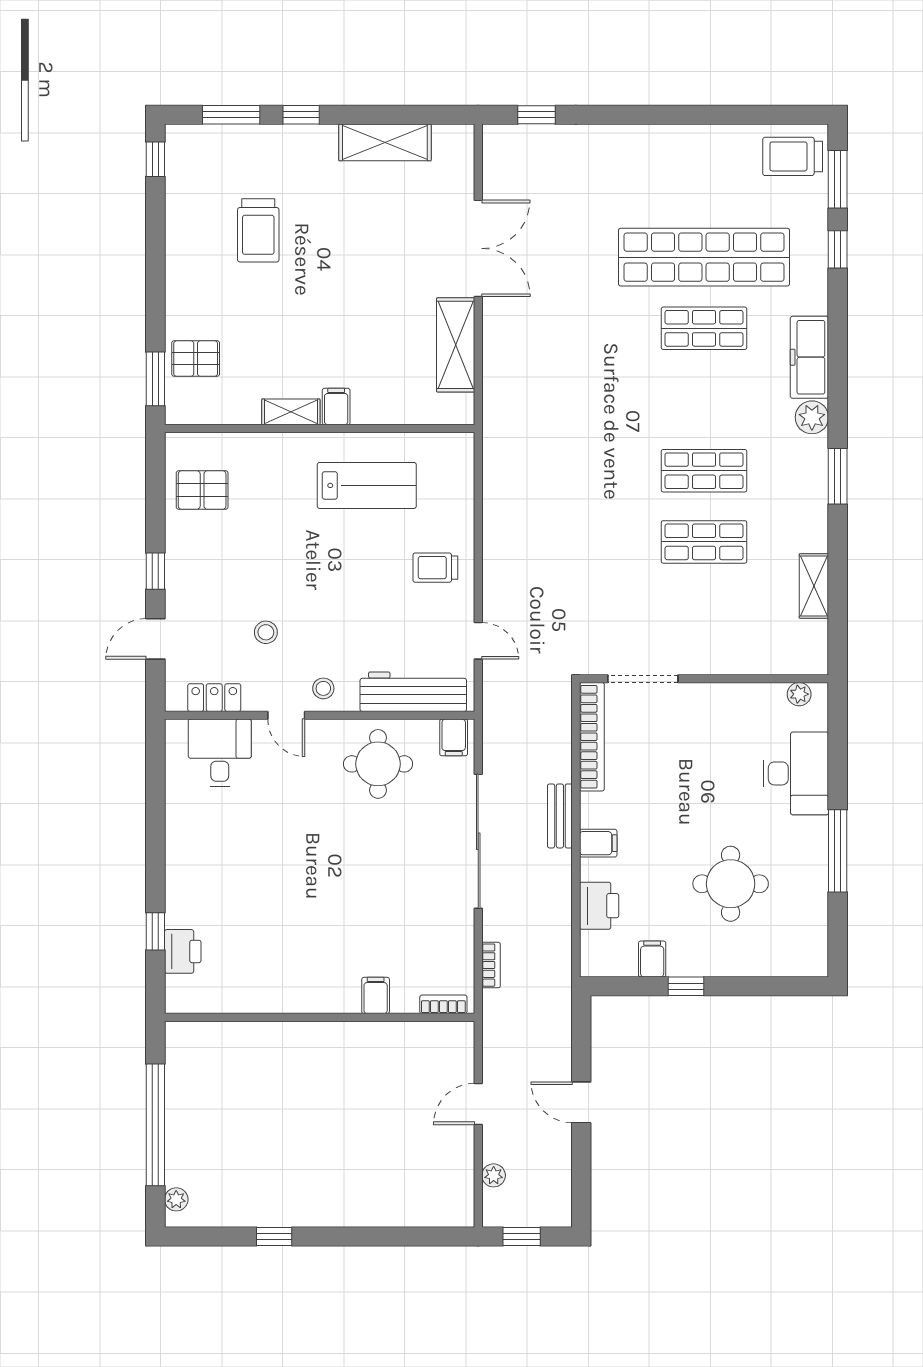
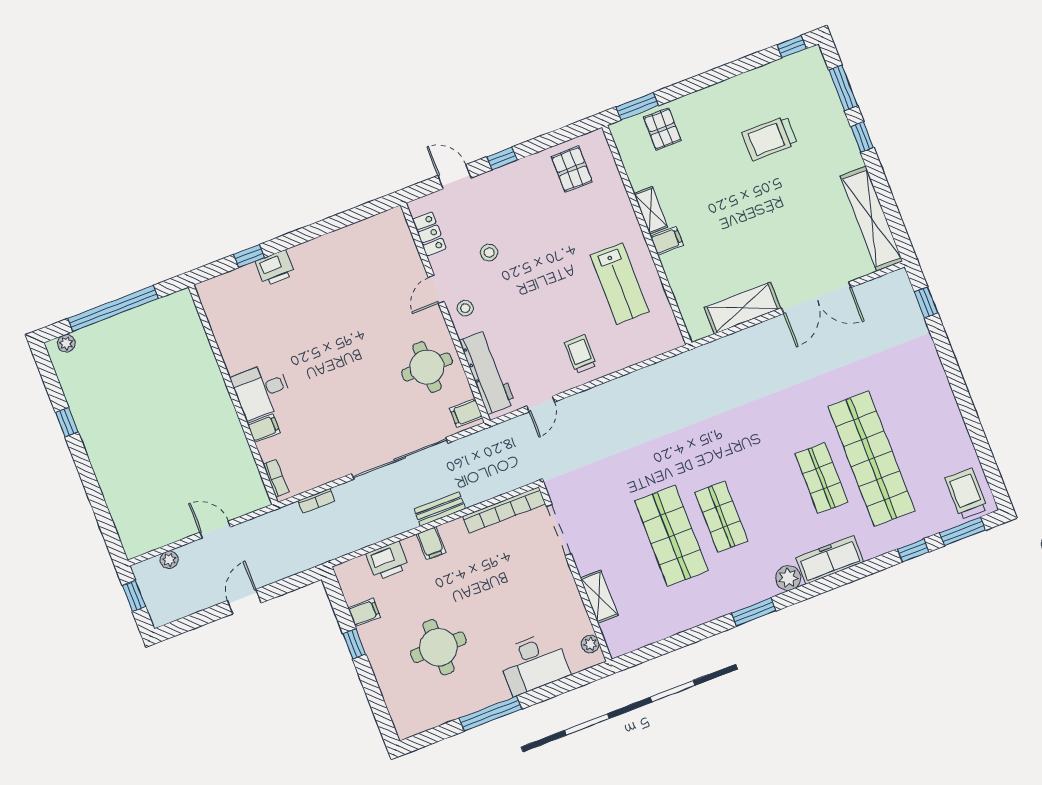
shelving: (385, 142) -> (871, 219), width x1.47
shop shelf: (704, 542) -> (671, 536), width x1.43, depth x1.36
shelving: (814, 586) -> (599, 597), moved, turned 90
desk: (220, 753) -> (262, 390), moved, turned 180
printer: (183, 951) -> (275, 268), moved

